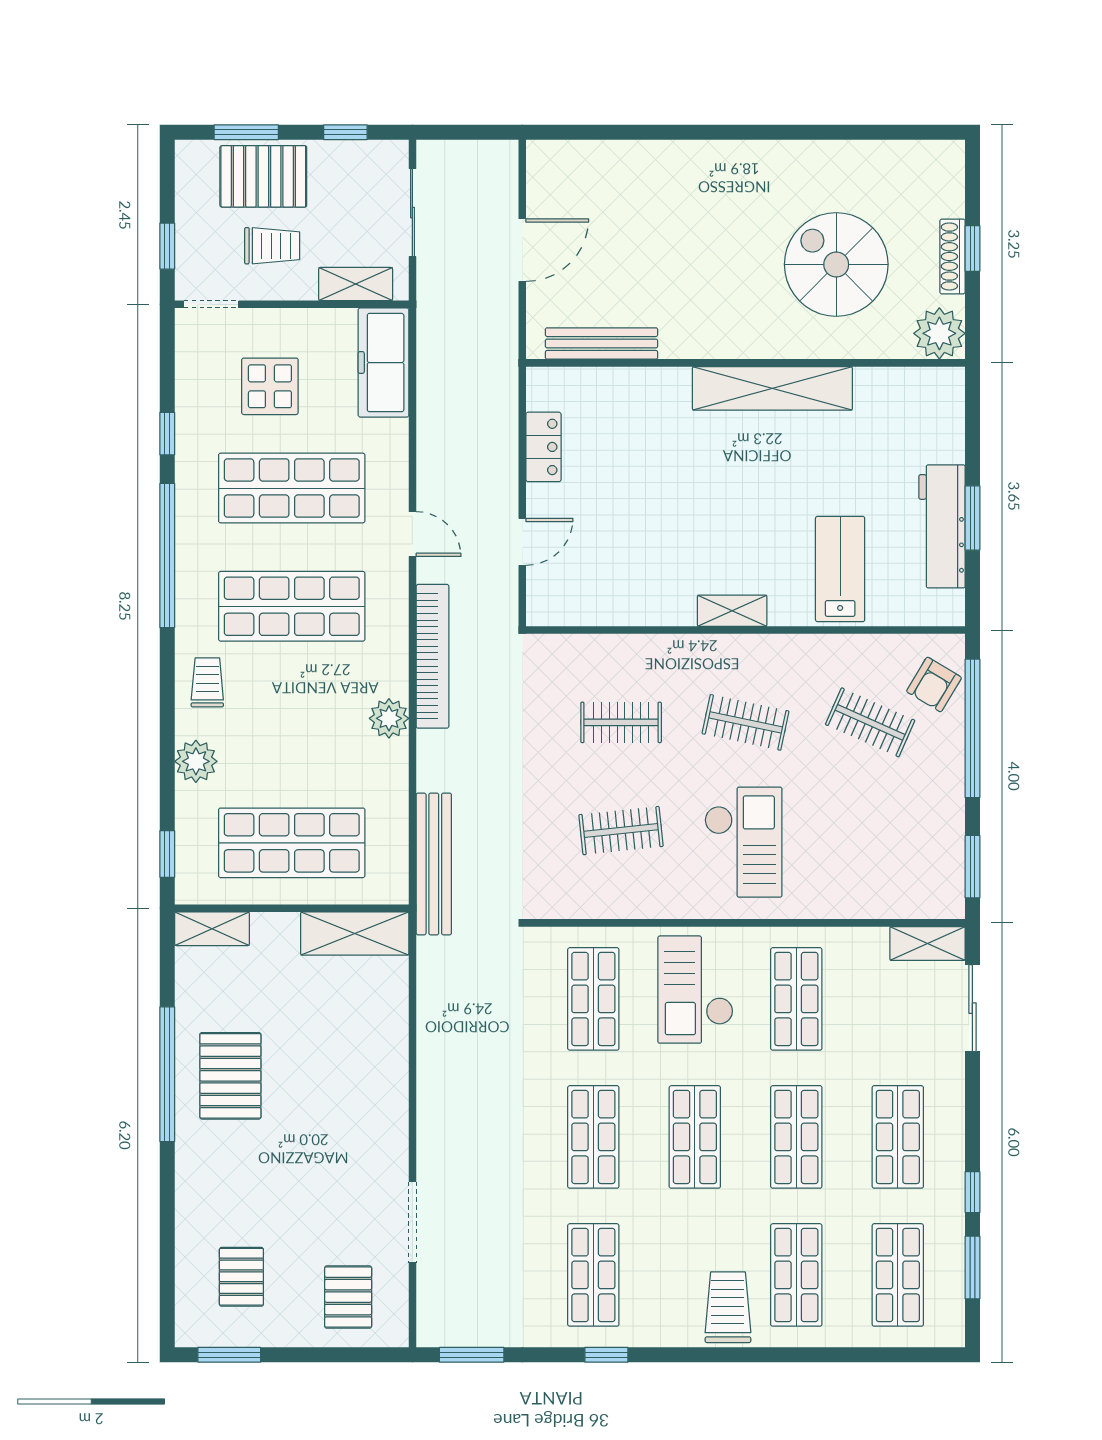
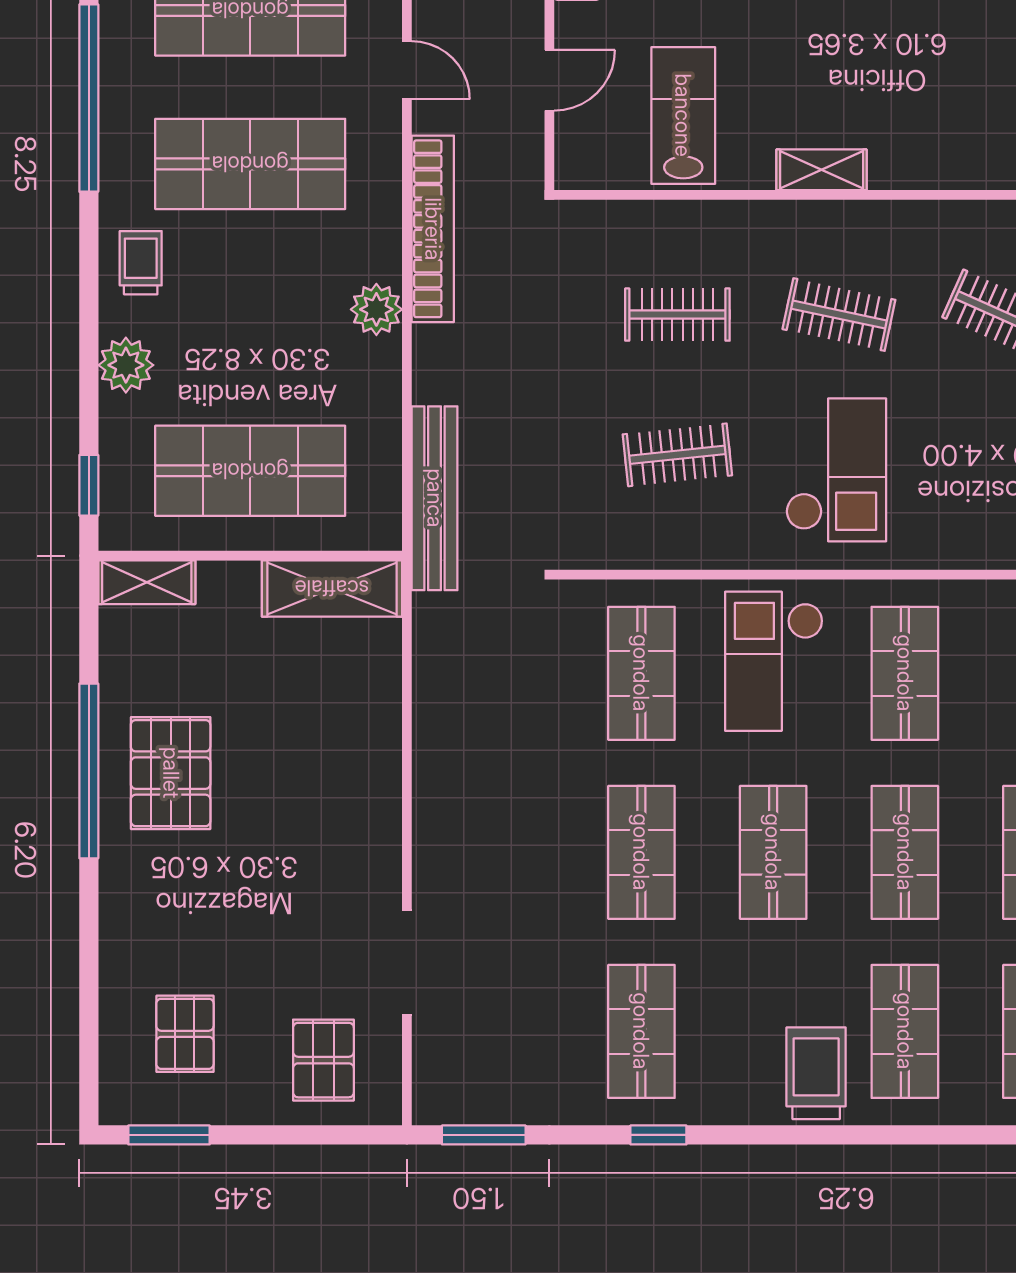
lab bench: (840, 569) -> (683, 115), moved

